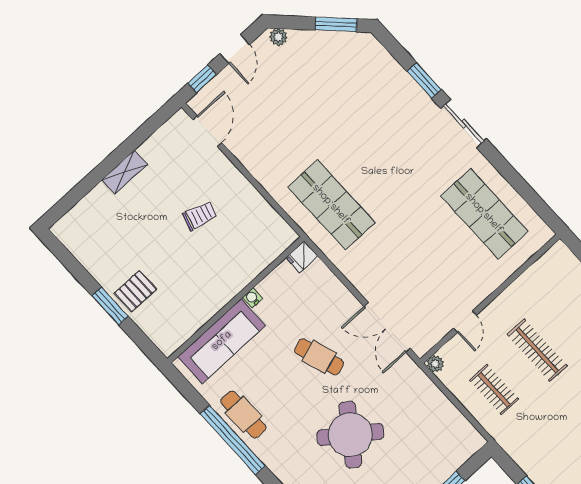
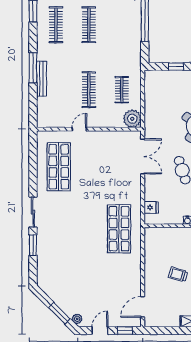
window: (336, 24) -> (59, 313), moved
fridge: (302, 257) -> (151, 208), moved
door: (465, 322) -> (79, 129), moved
plant: (435, 364) -> (132, 119), width x1.88, depth x1.88

